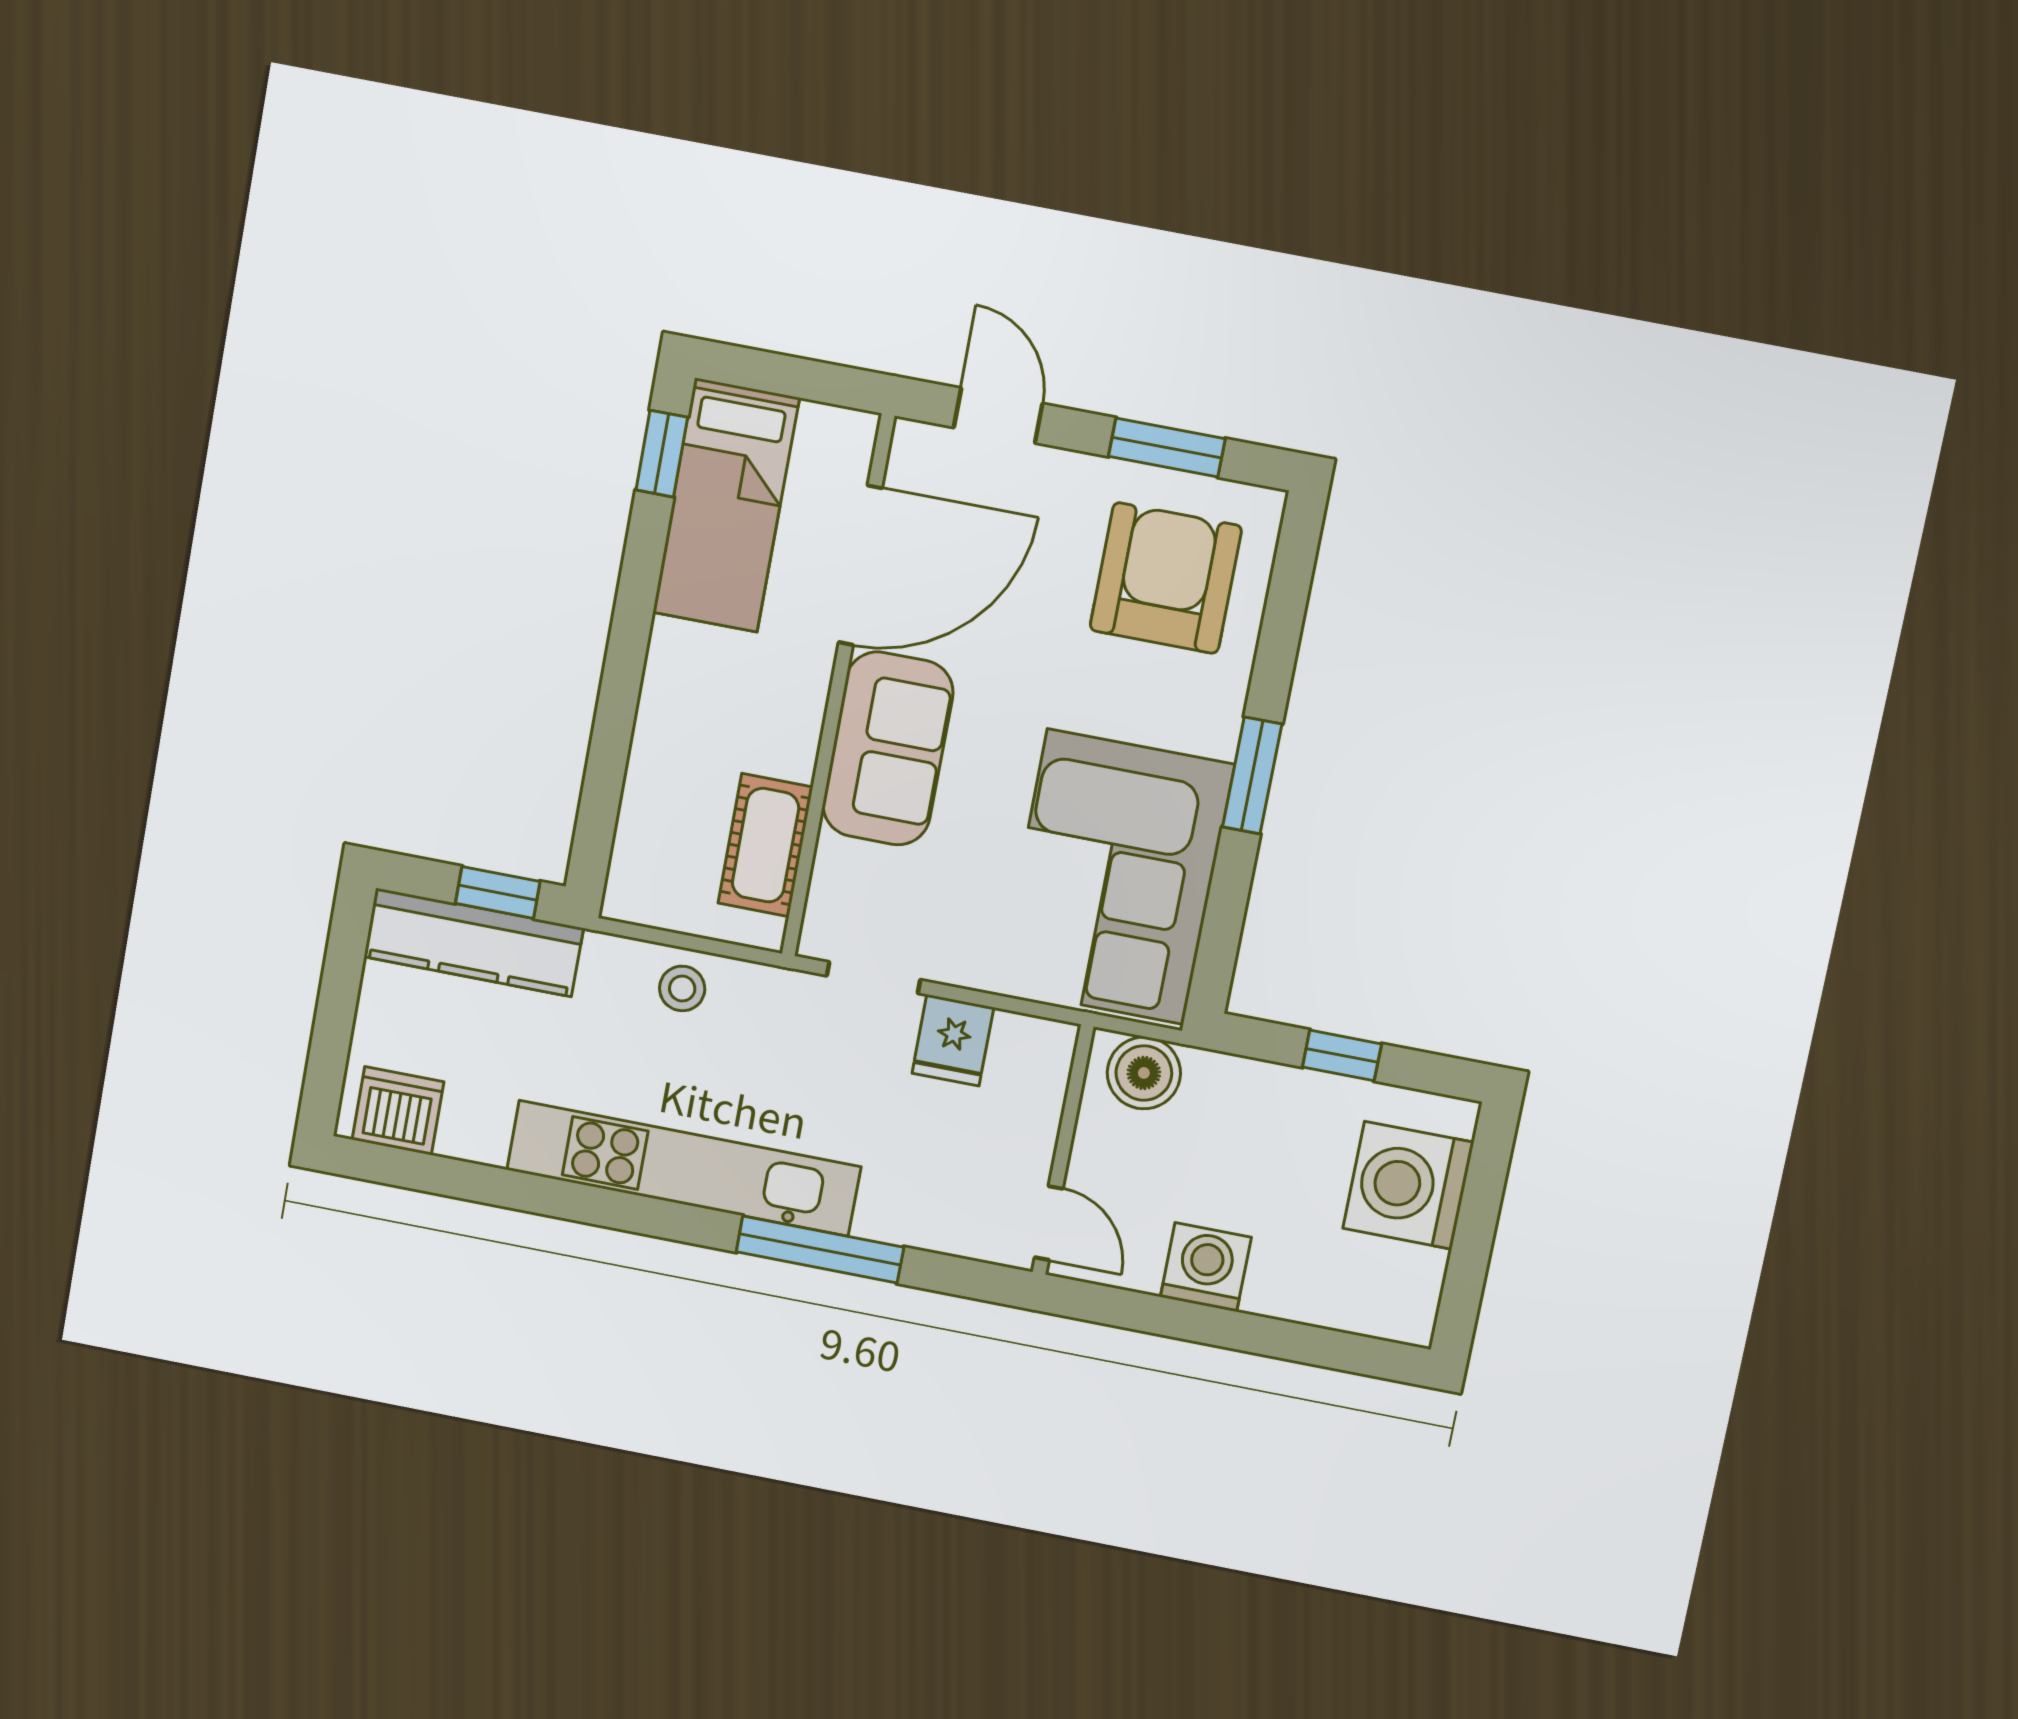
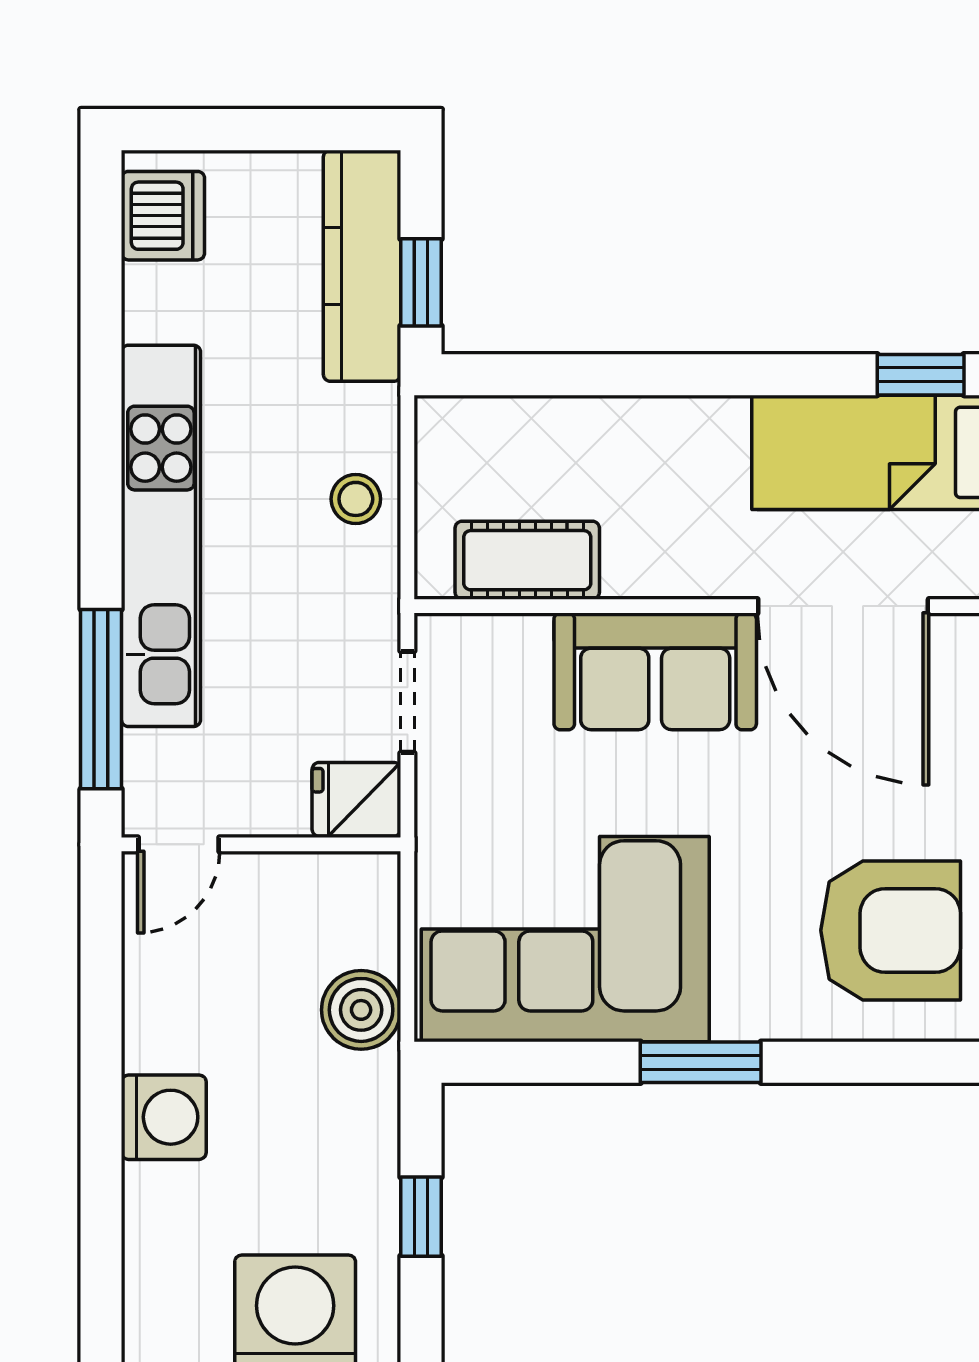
wall: (1063, 1150) -> (261, 844), moved
door: (1049, 1223) -> (179, 844), moved

